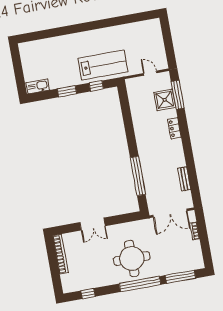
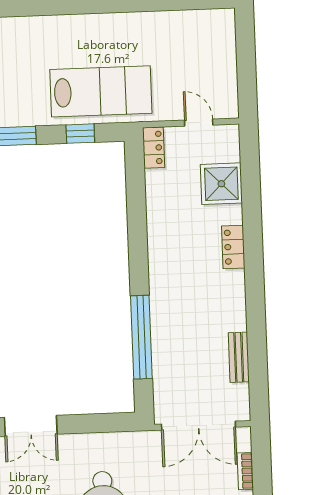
locker: (131, 88) -> (154, 148), added
window: (178, 95) -> (251, 177), removed

